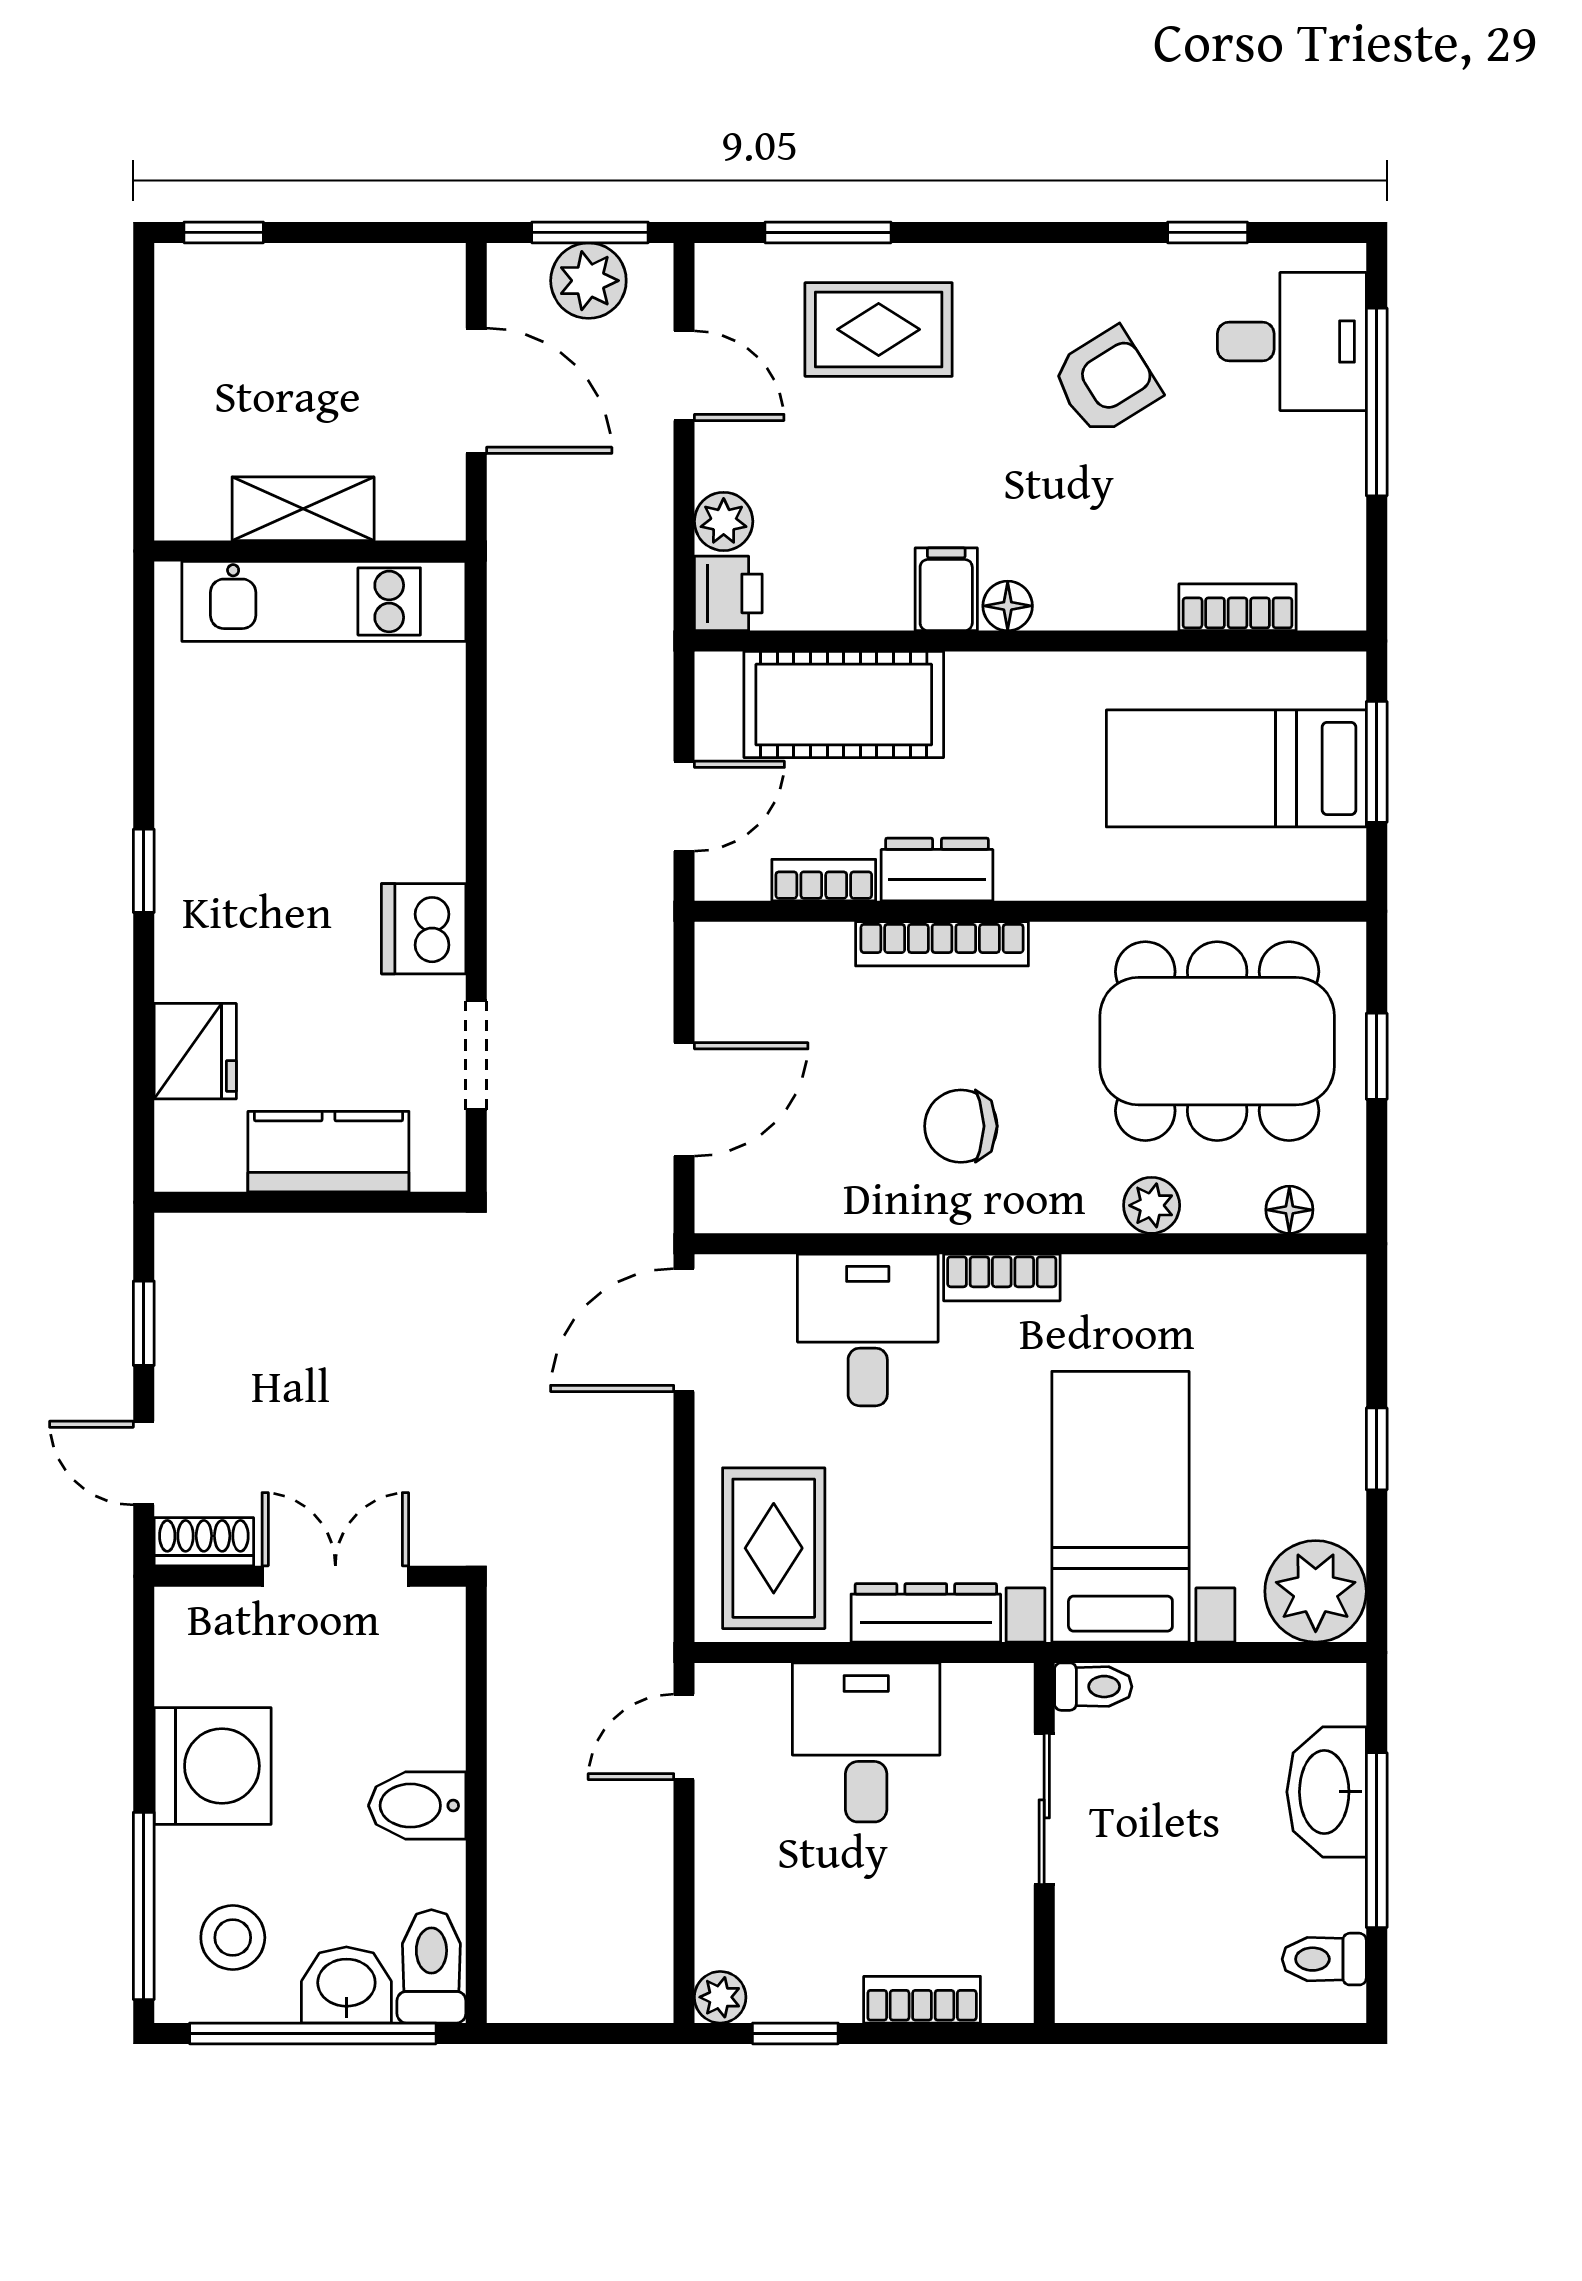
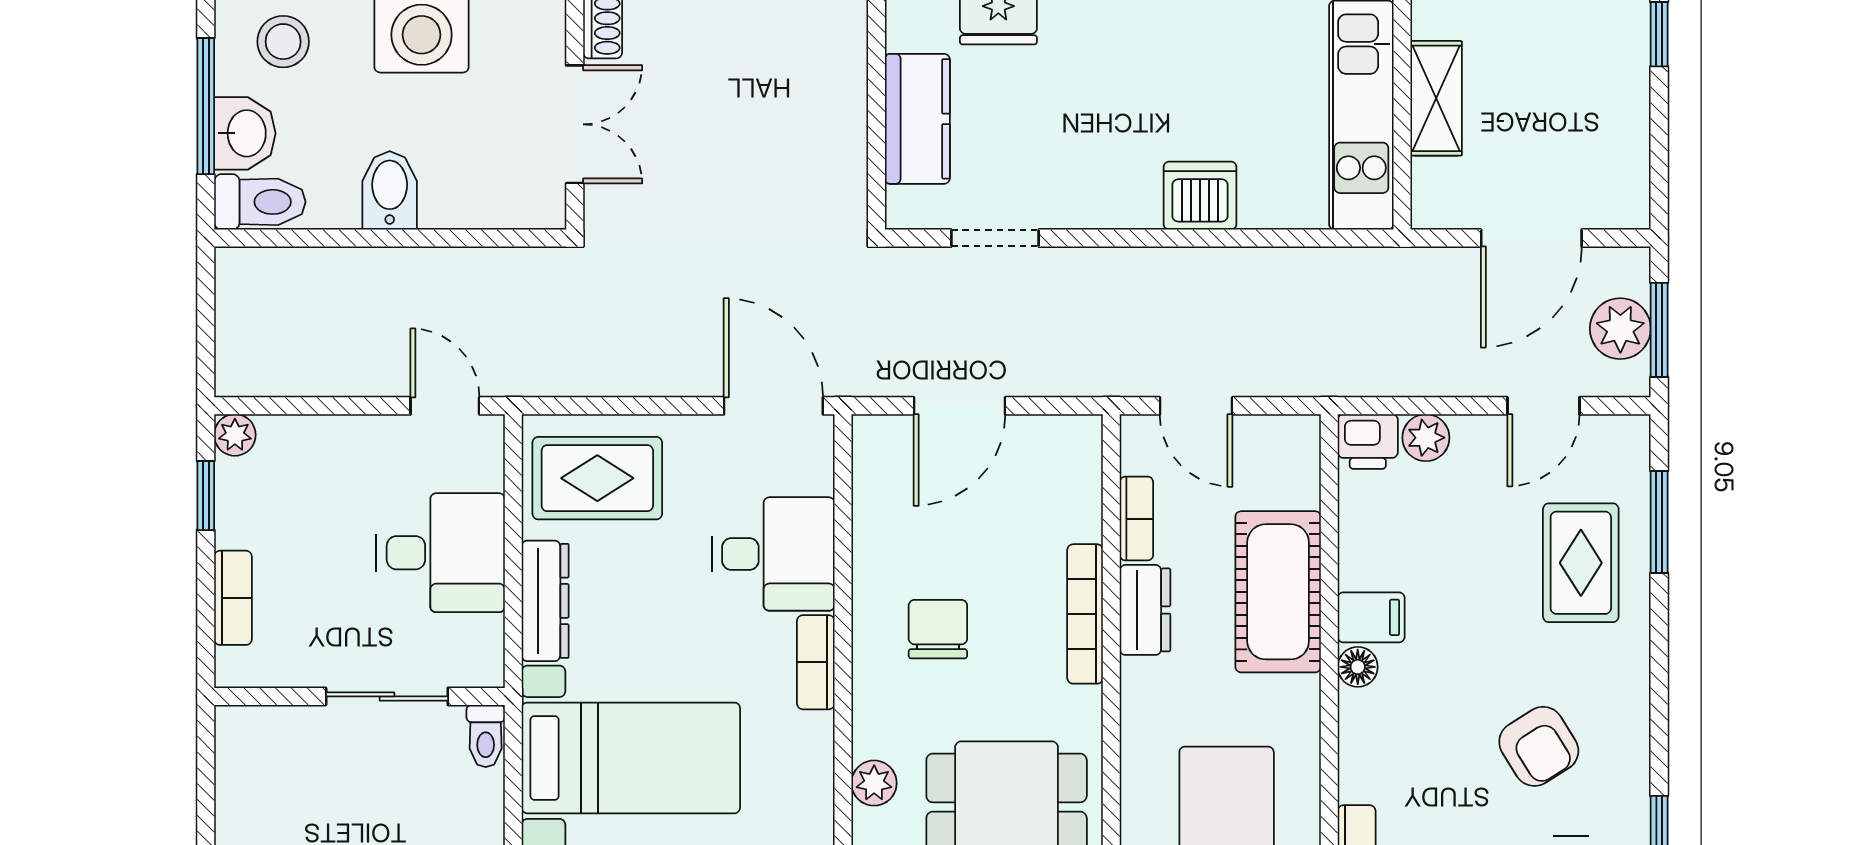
cot: (844, 705) -> (1278, 592), moved
dishwasher: (424, 929) -> (1200, 196), moved
door: (684, 1099) -> (959, 406), hinge flipped
window: (313, 2033) -> (206, 106), width x0.68

